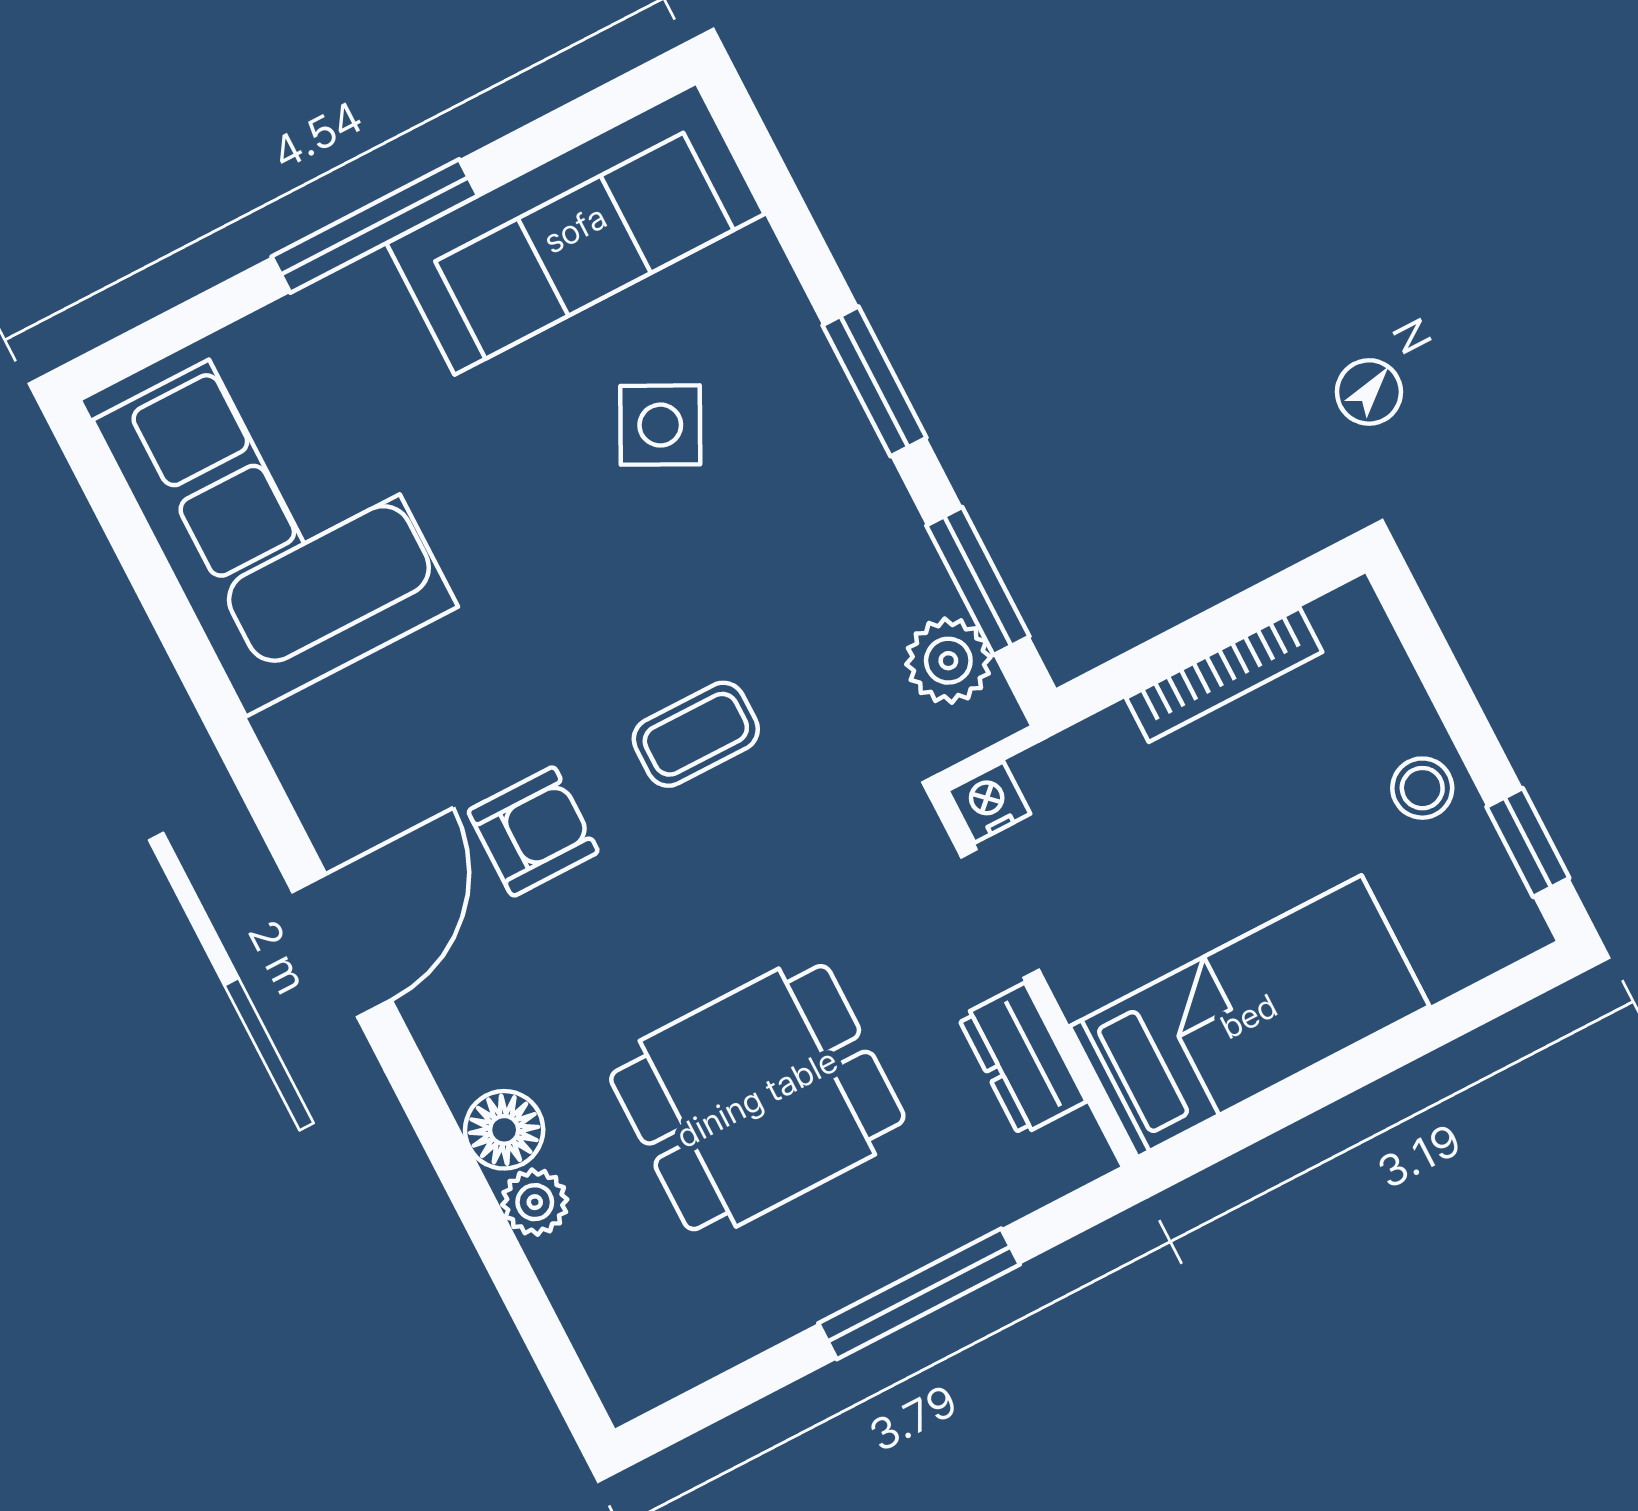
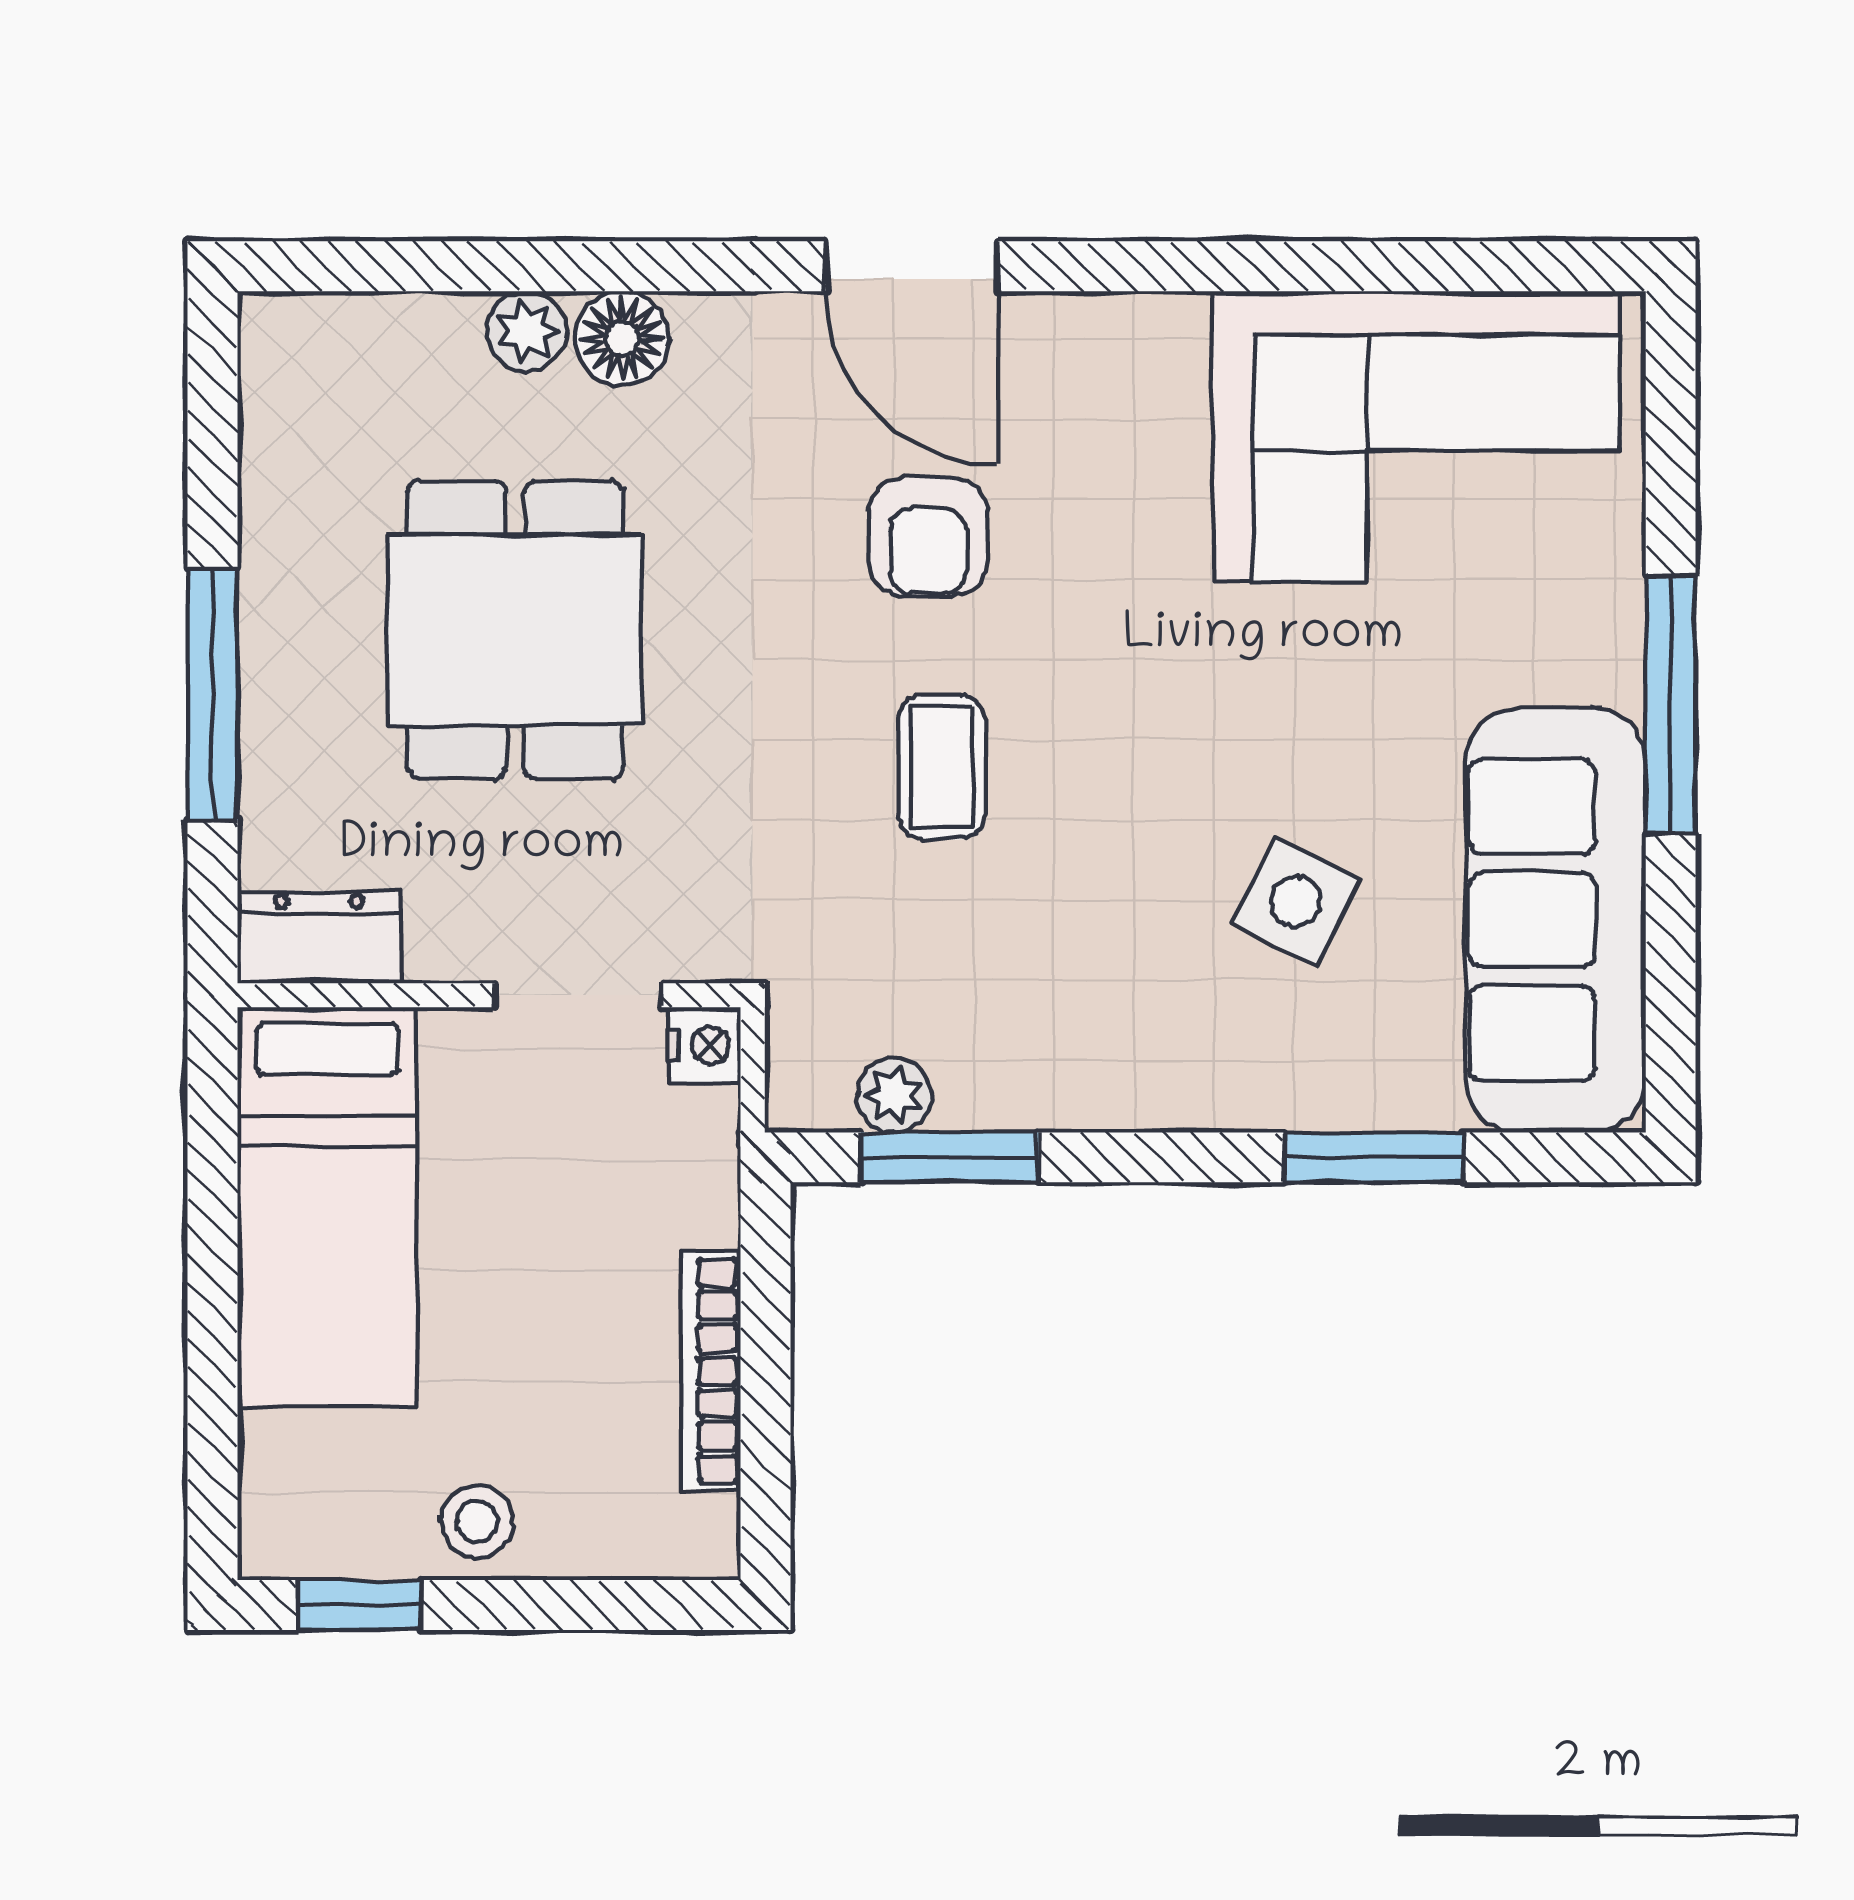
window: (874, 381) -> (1374, 1157), moved
plant: (948, 661) -> (894, 1095), width x0.73, depth x0.73
dresser: (1022, 1059) -> (319, 937), moved

